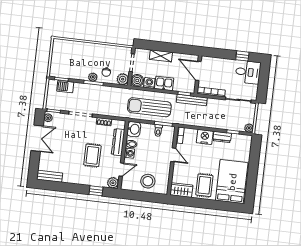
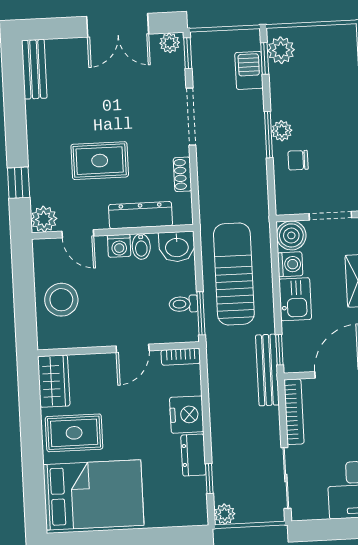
plant: (123, 79) -> (281, 50), moved

